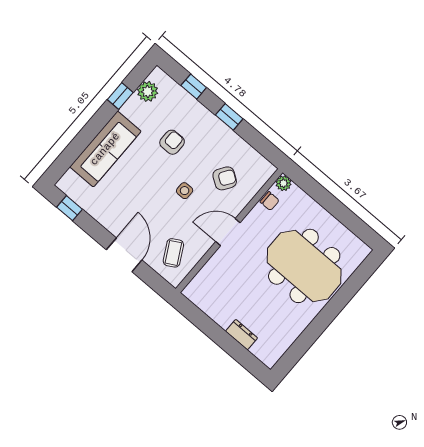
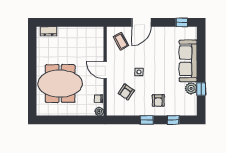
plant: (148, 91) -> (191, 88), moved
armchair: (172, 142) -> (158, 100), moved
door: (228, 232) -> (105, 70), swing flipped
door: (124, 255) -> (141, 22), hinge flipped
dresser: (242, 335) -> (48, 31), moved

